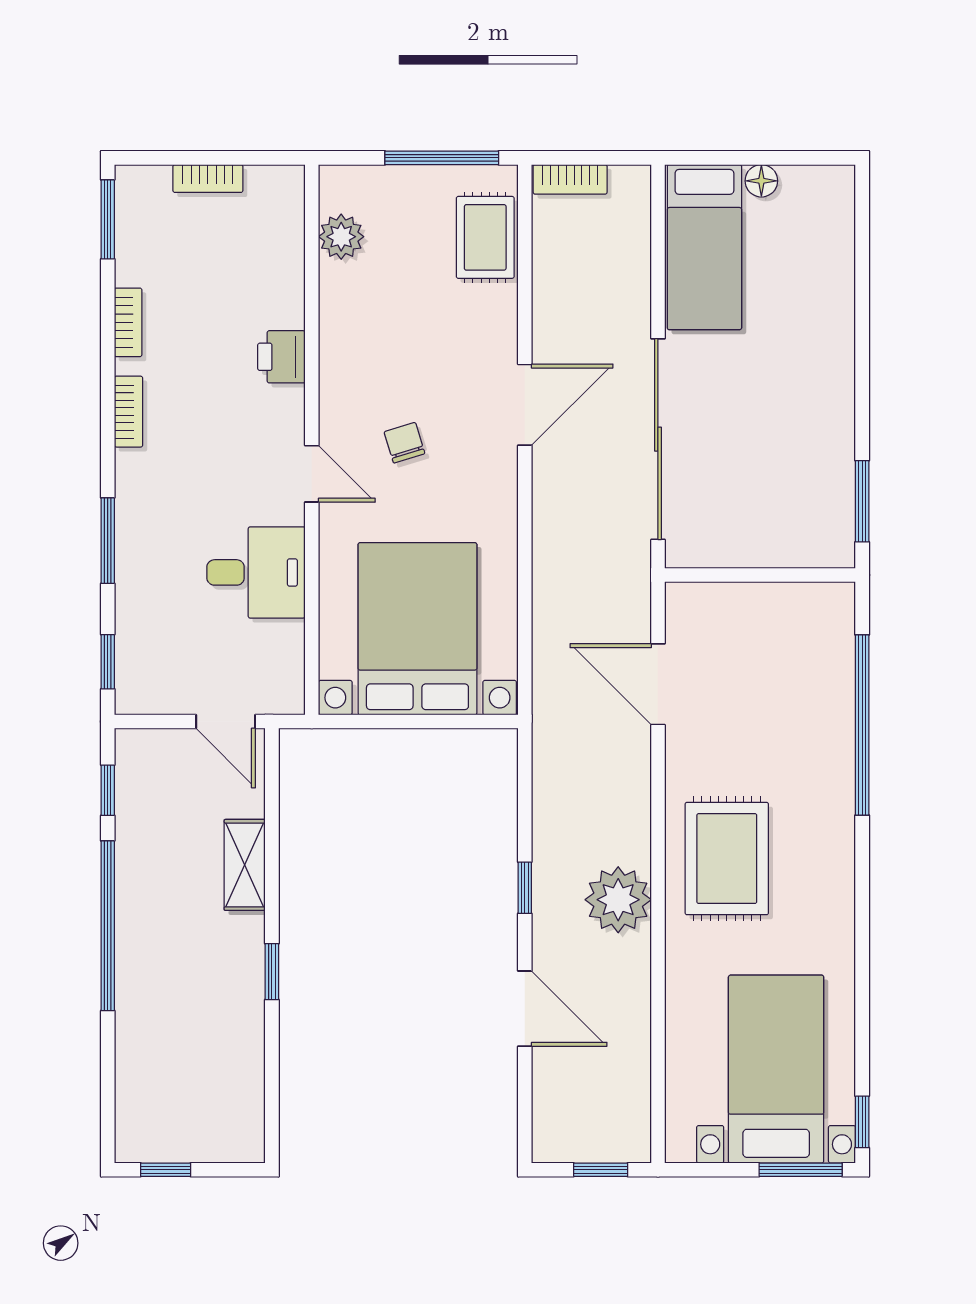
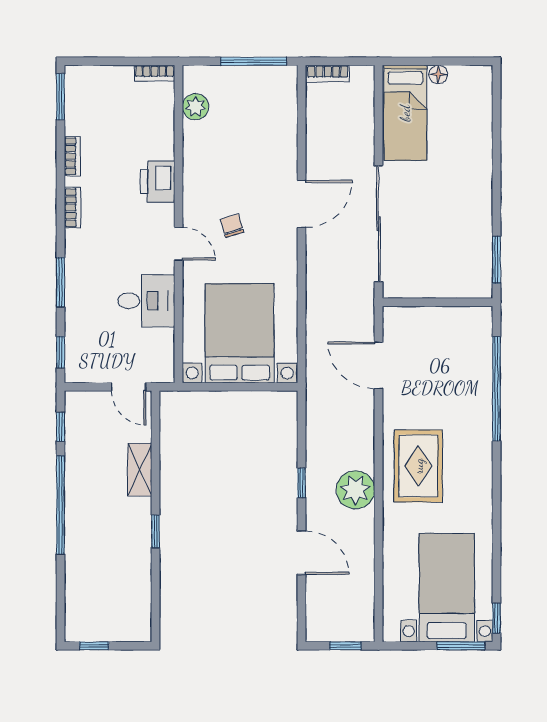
bookcase: (208, 179) -> (154, 73), moved
rug: (485, 237) -> (279, 107), removed
printer: (281, 357) -> (158, 182), width x1.36, depth x1.24

